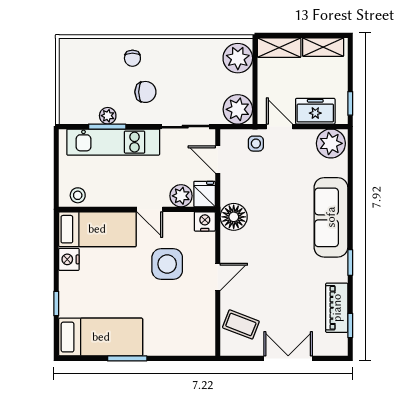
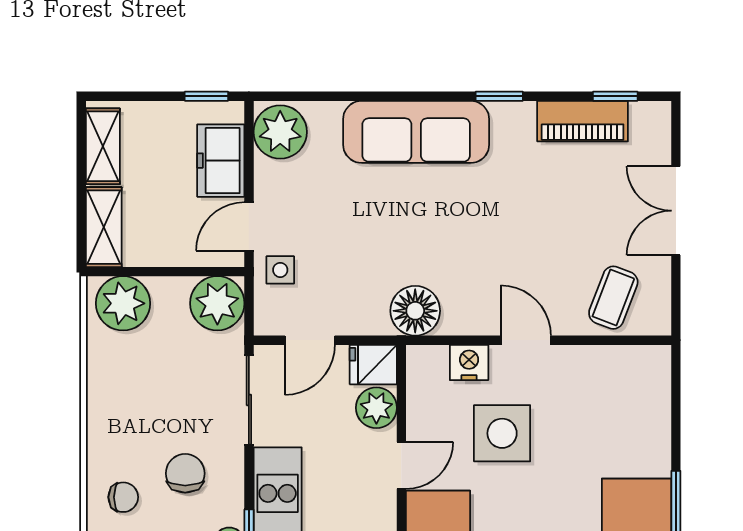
nightstand: (205, 221) -> (469, 362), moved, turned 90

